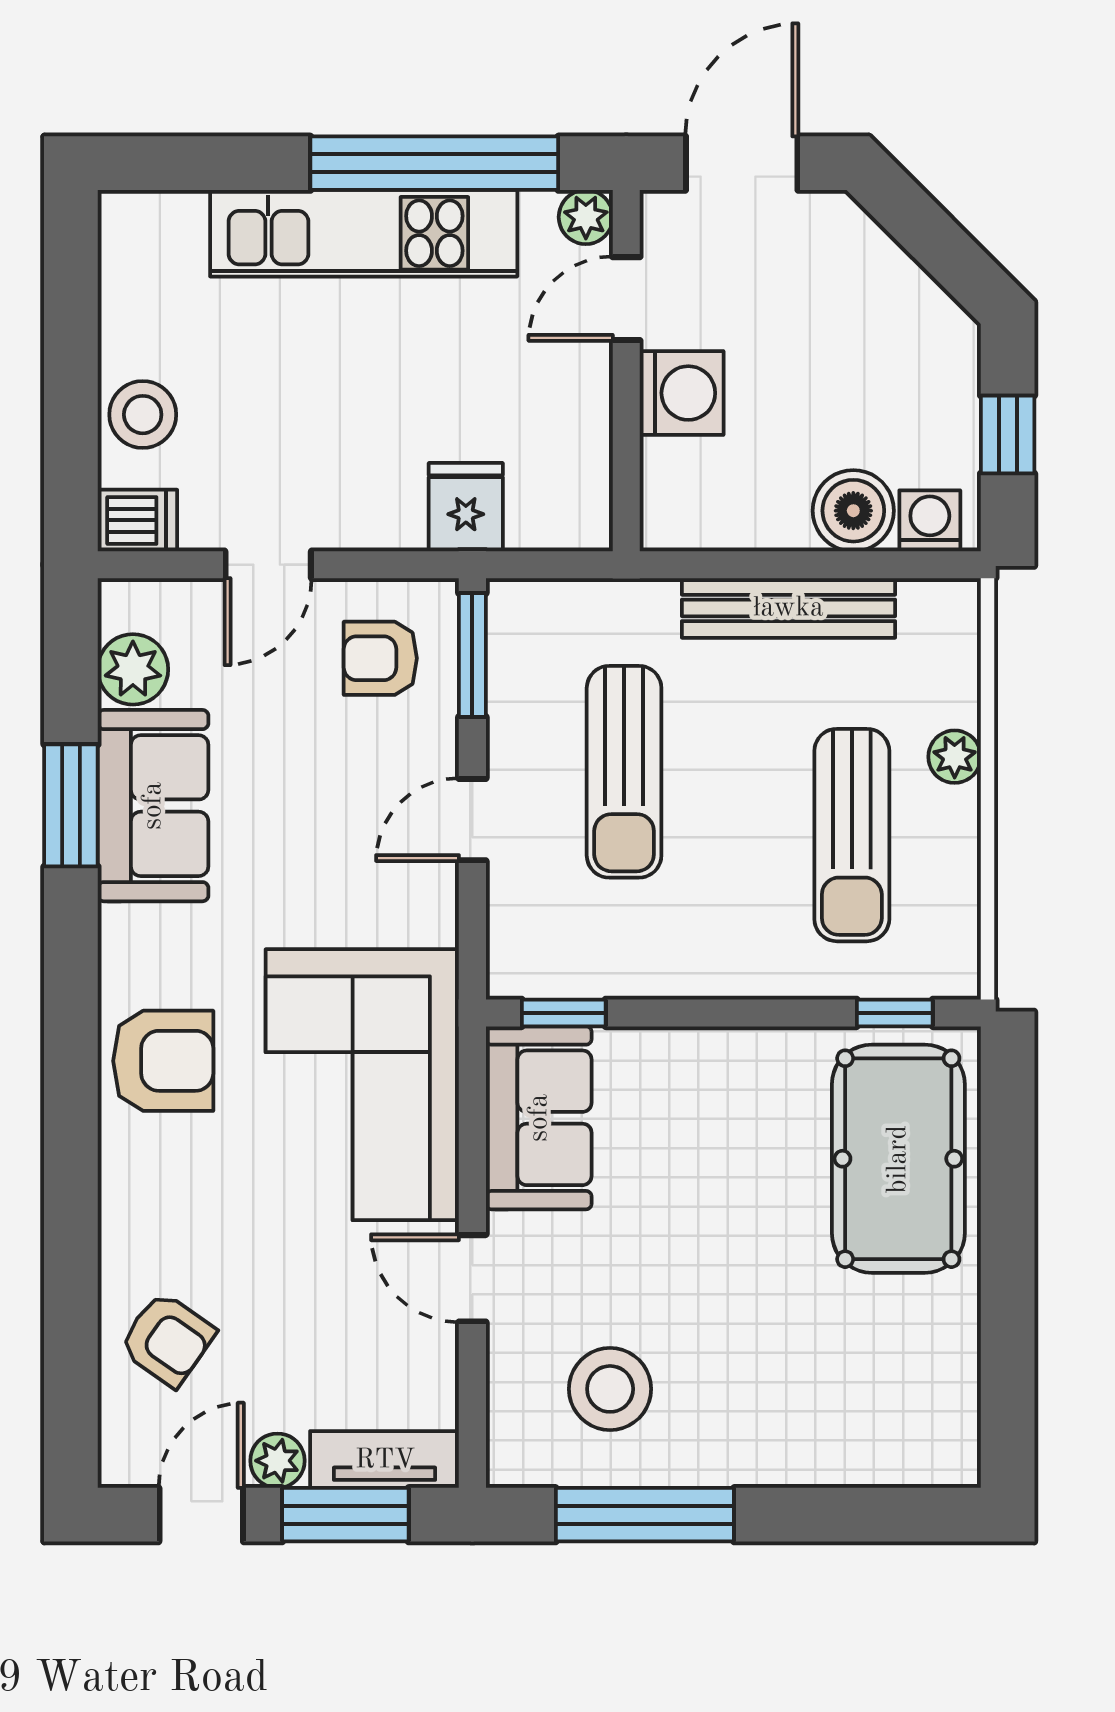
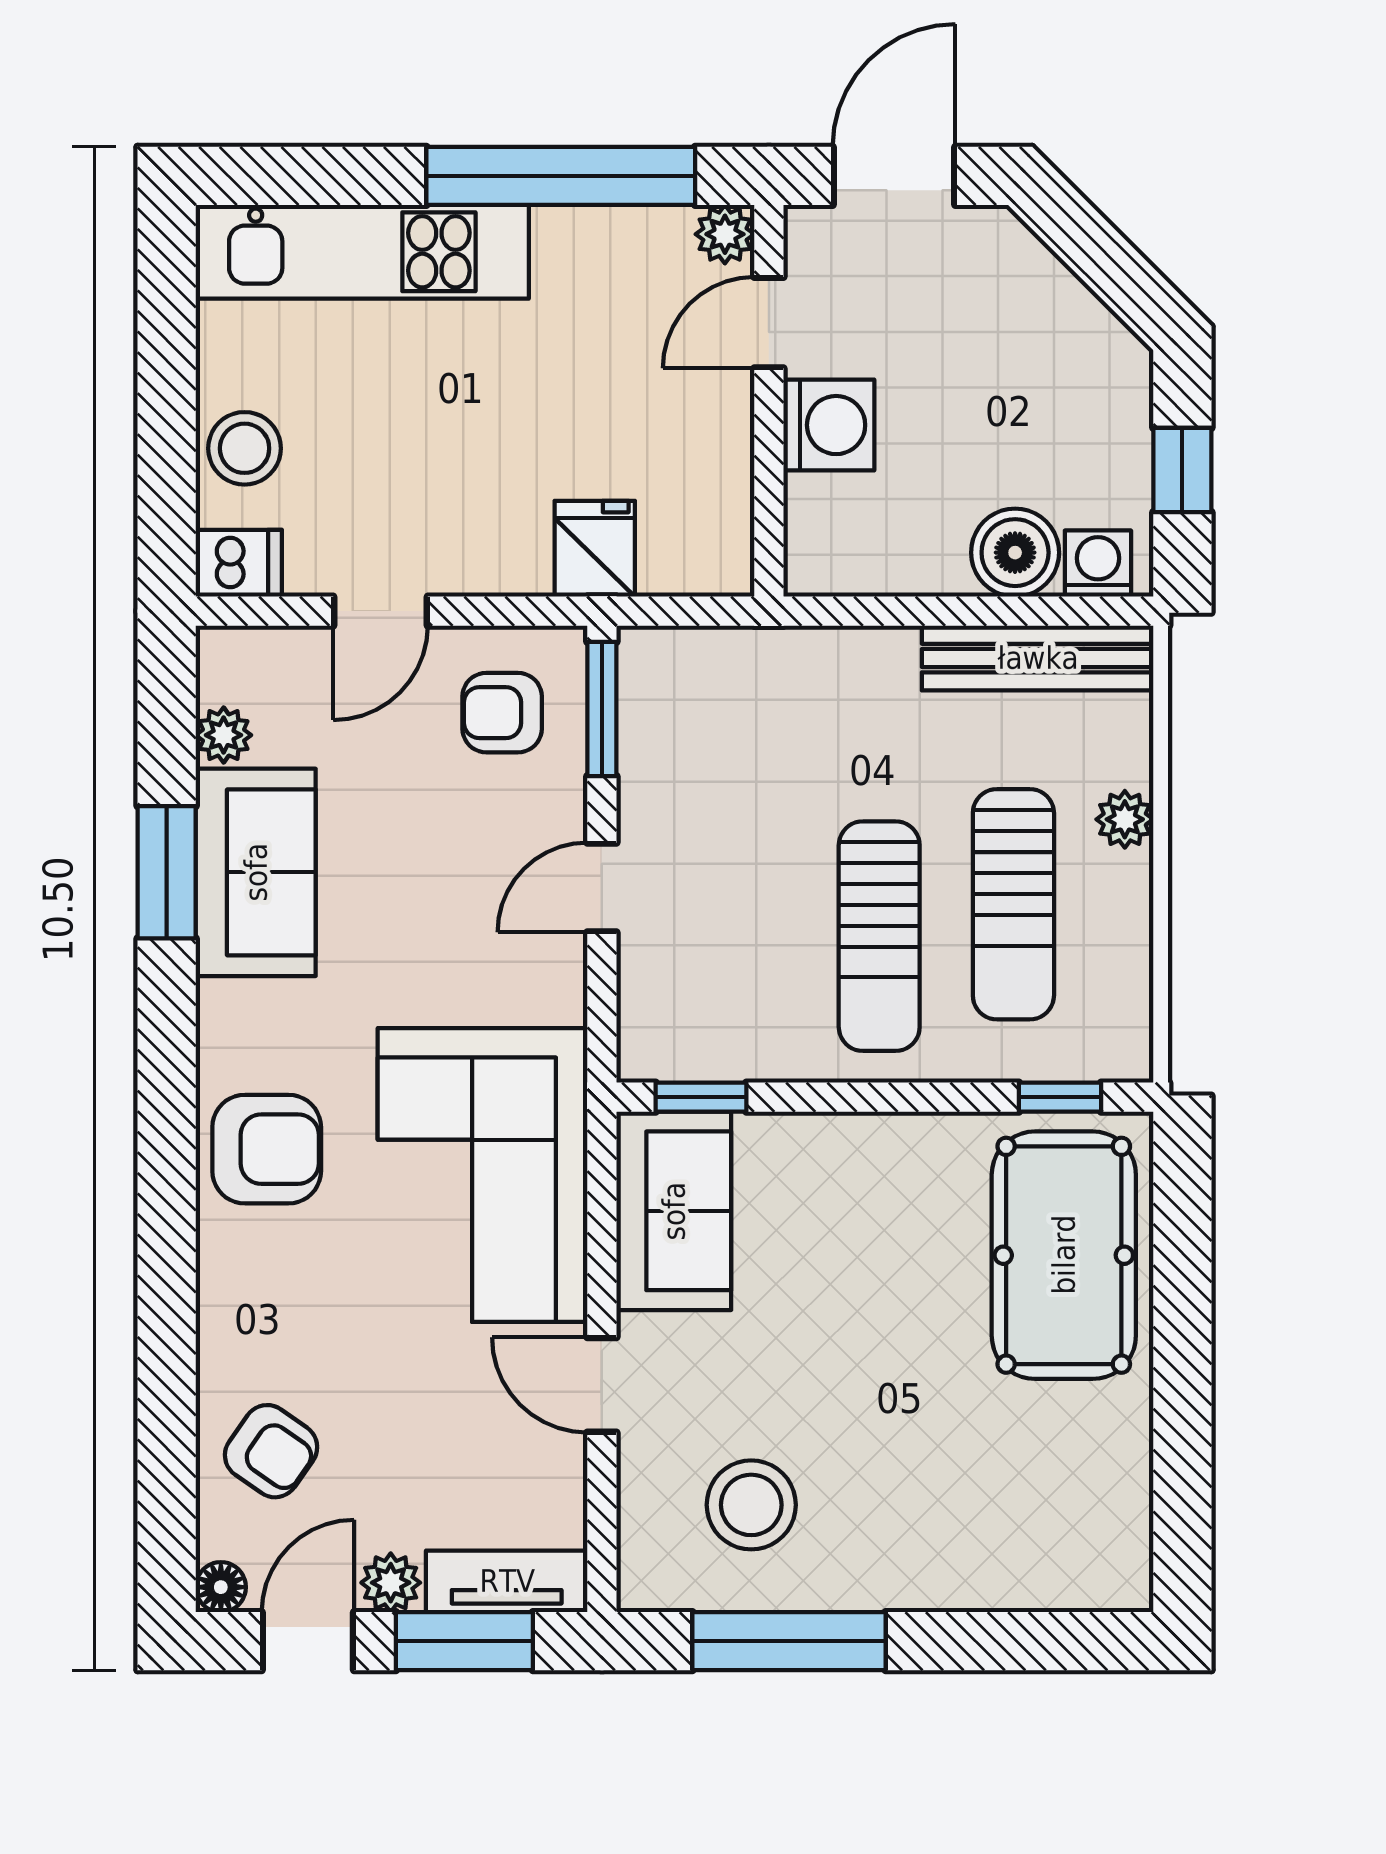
kitchen unit: (364, 233) -> (362, 252), moved
bench: (788, 608) -> (1038, 658), moved
plant: (133, 669) -> (224, 735), width x0.73, depth x0.73
sun lounger: (624, 772) -> (879, 936), moved
floor lamp: (121, 1465) -> (221, 1587), added

